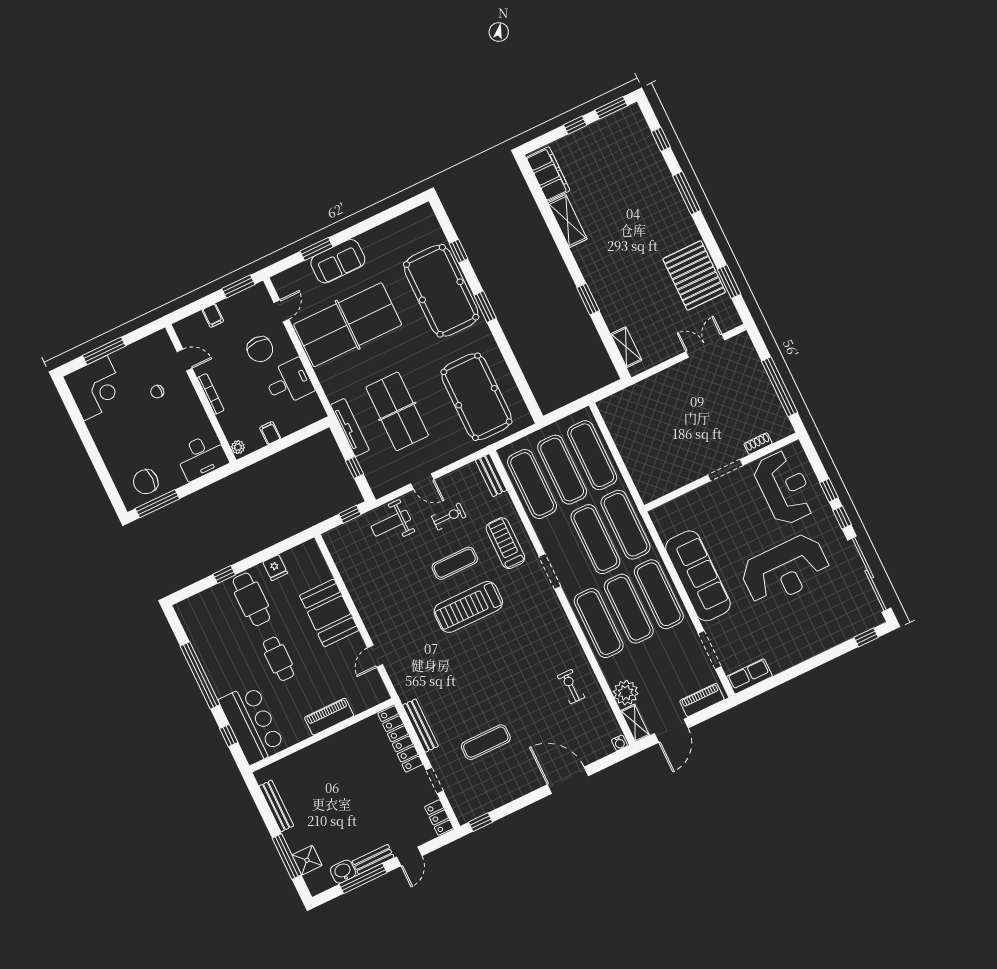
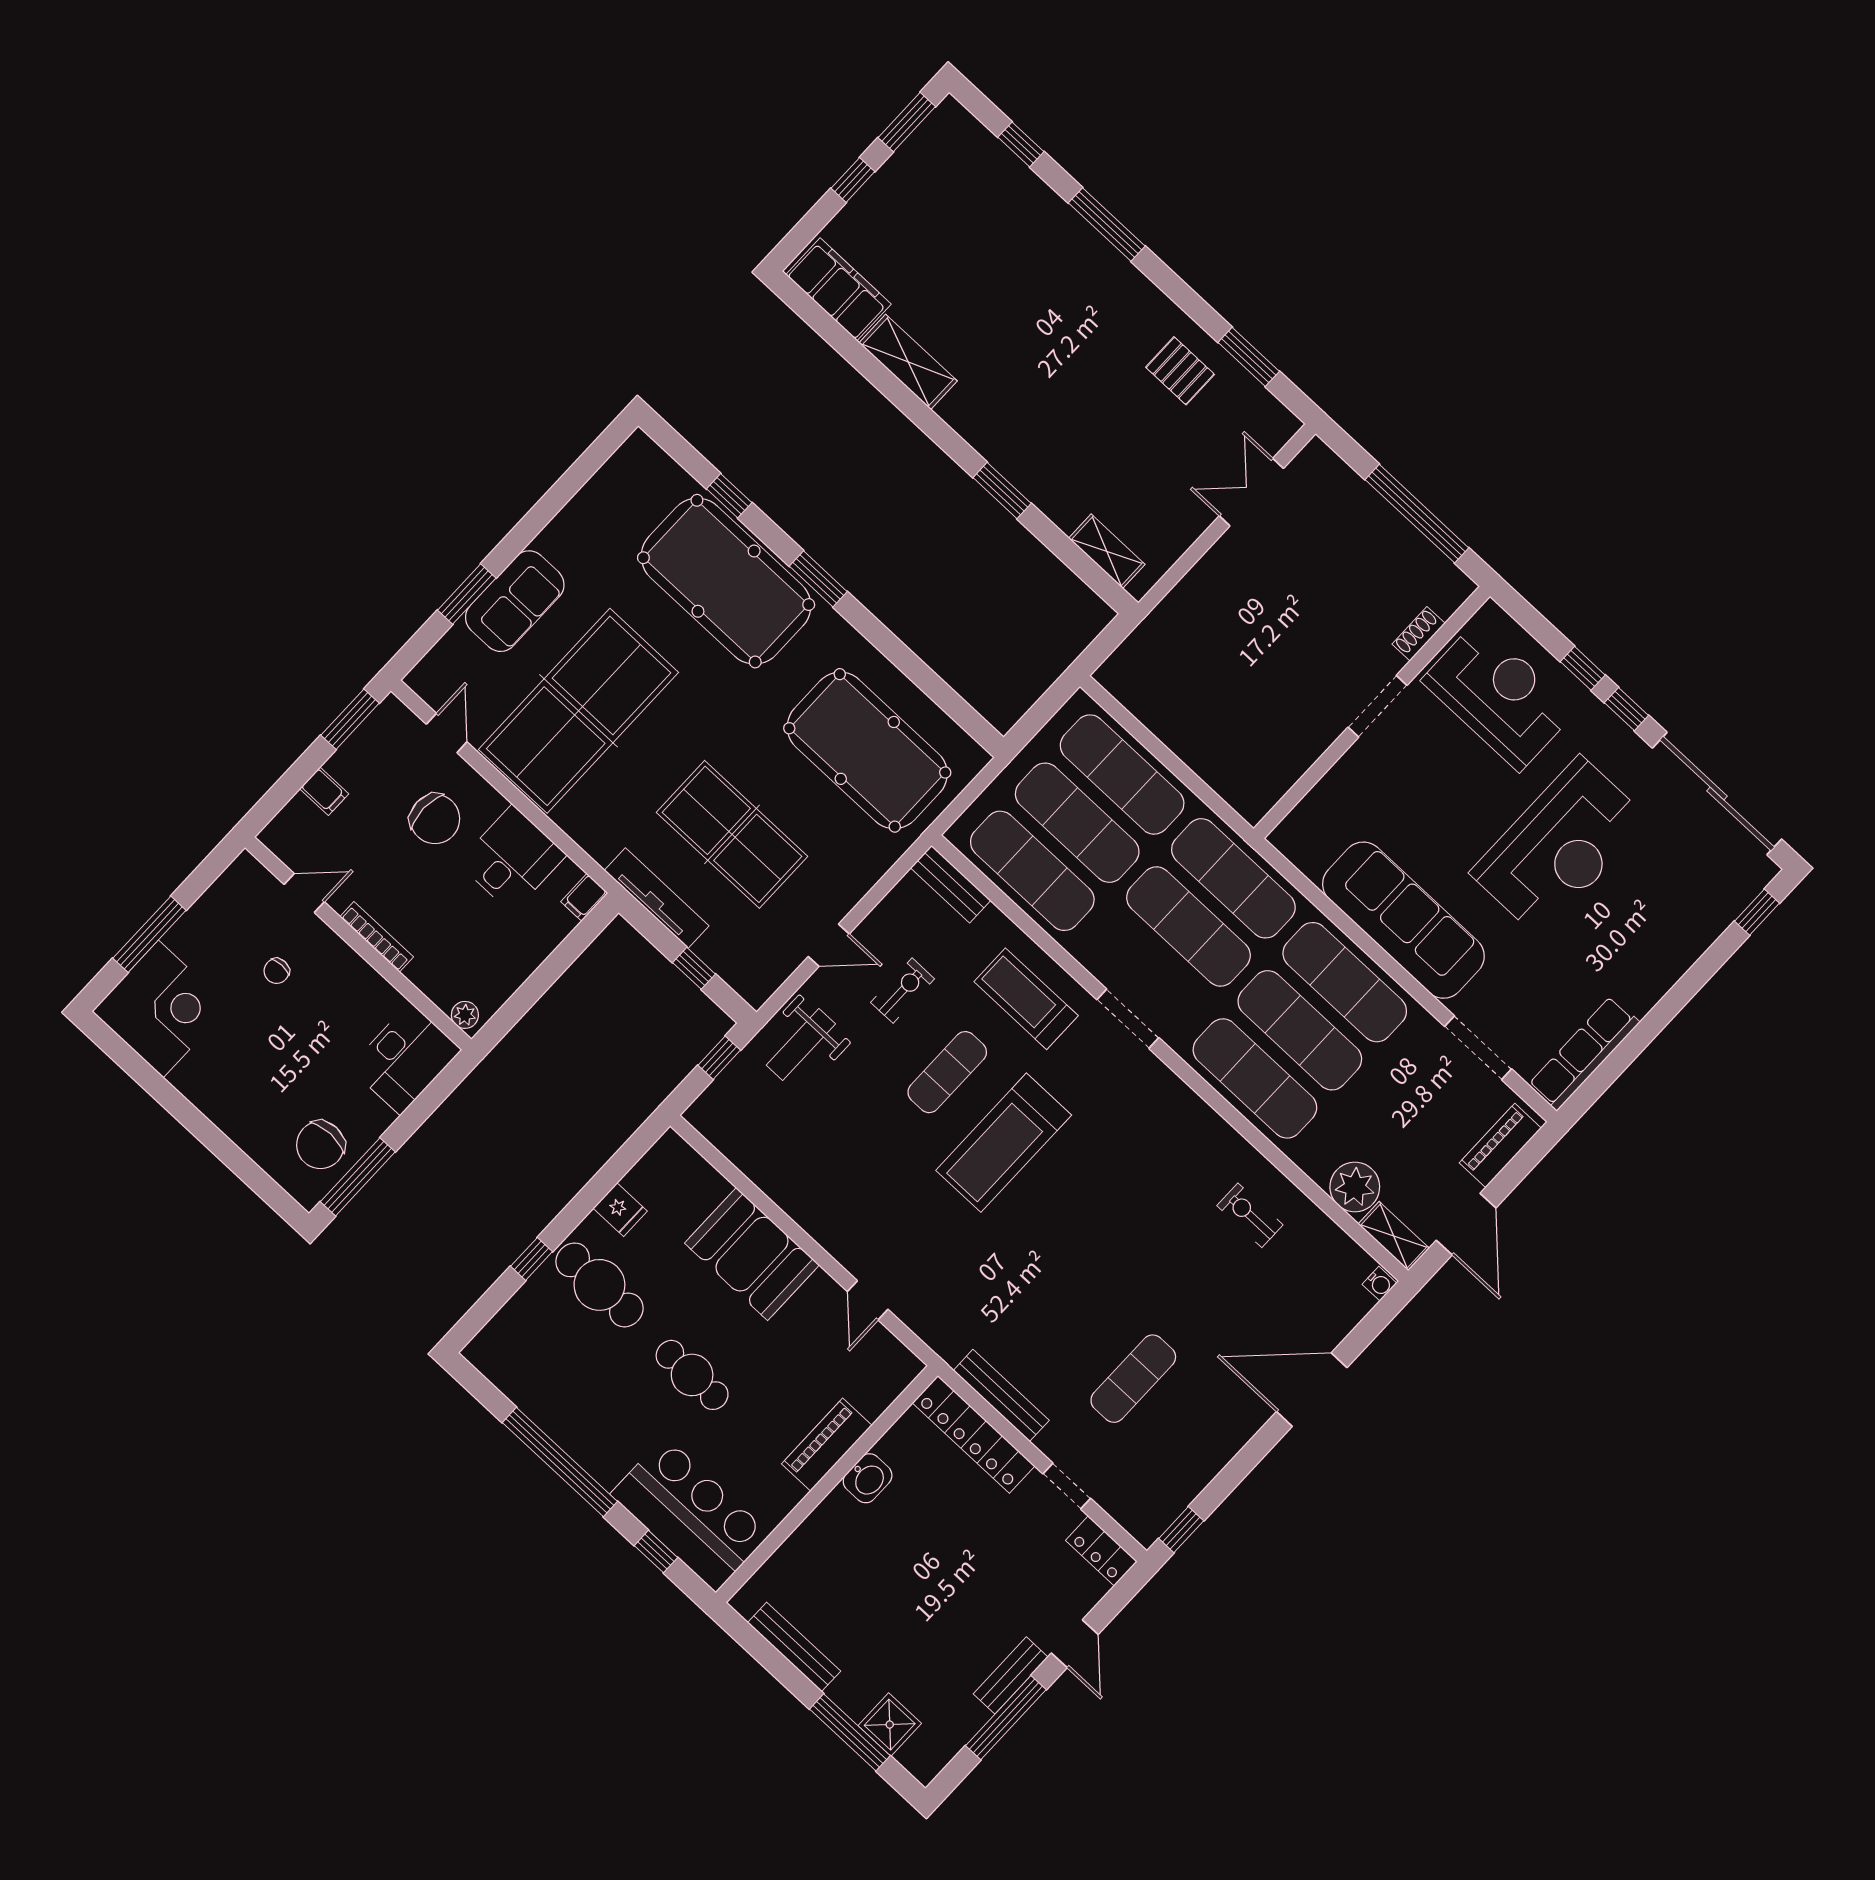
pallet: (694, 276) -> (1180, 371), width x0.49, depth x0.50
filing cabinet: (270, 433) -> (584, 897), moved, turned -90
row of seats: (749, 676) -> (1584, 1053), width x1.48
washbasin: (343, 872) -> (868, 1478), moved, turned 180

